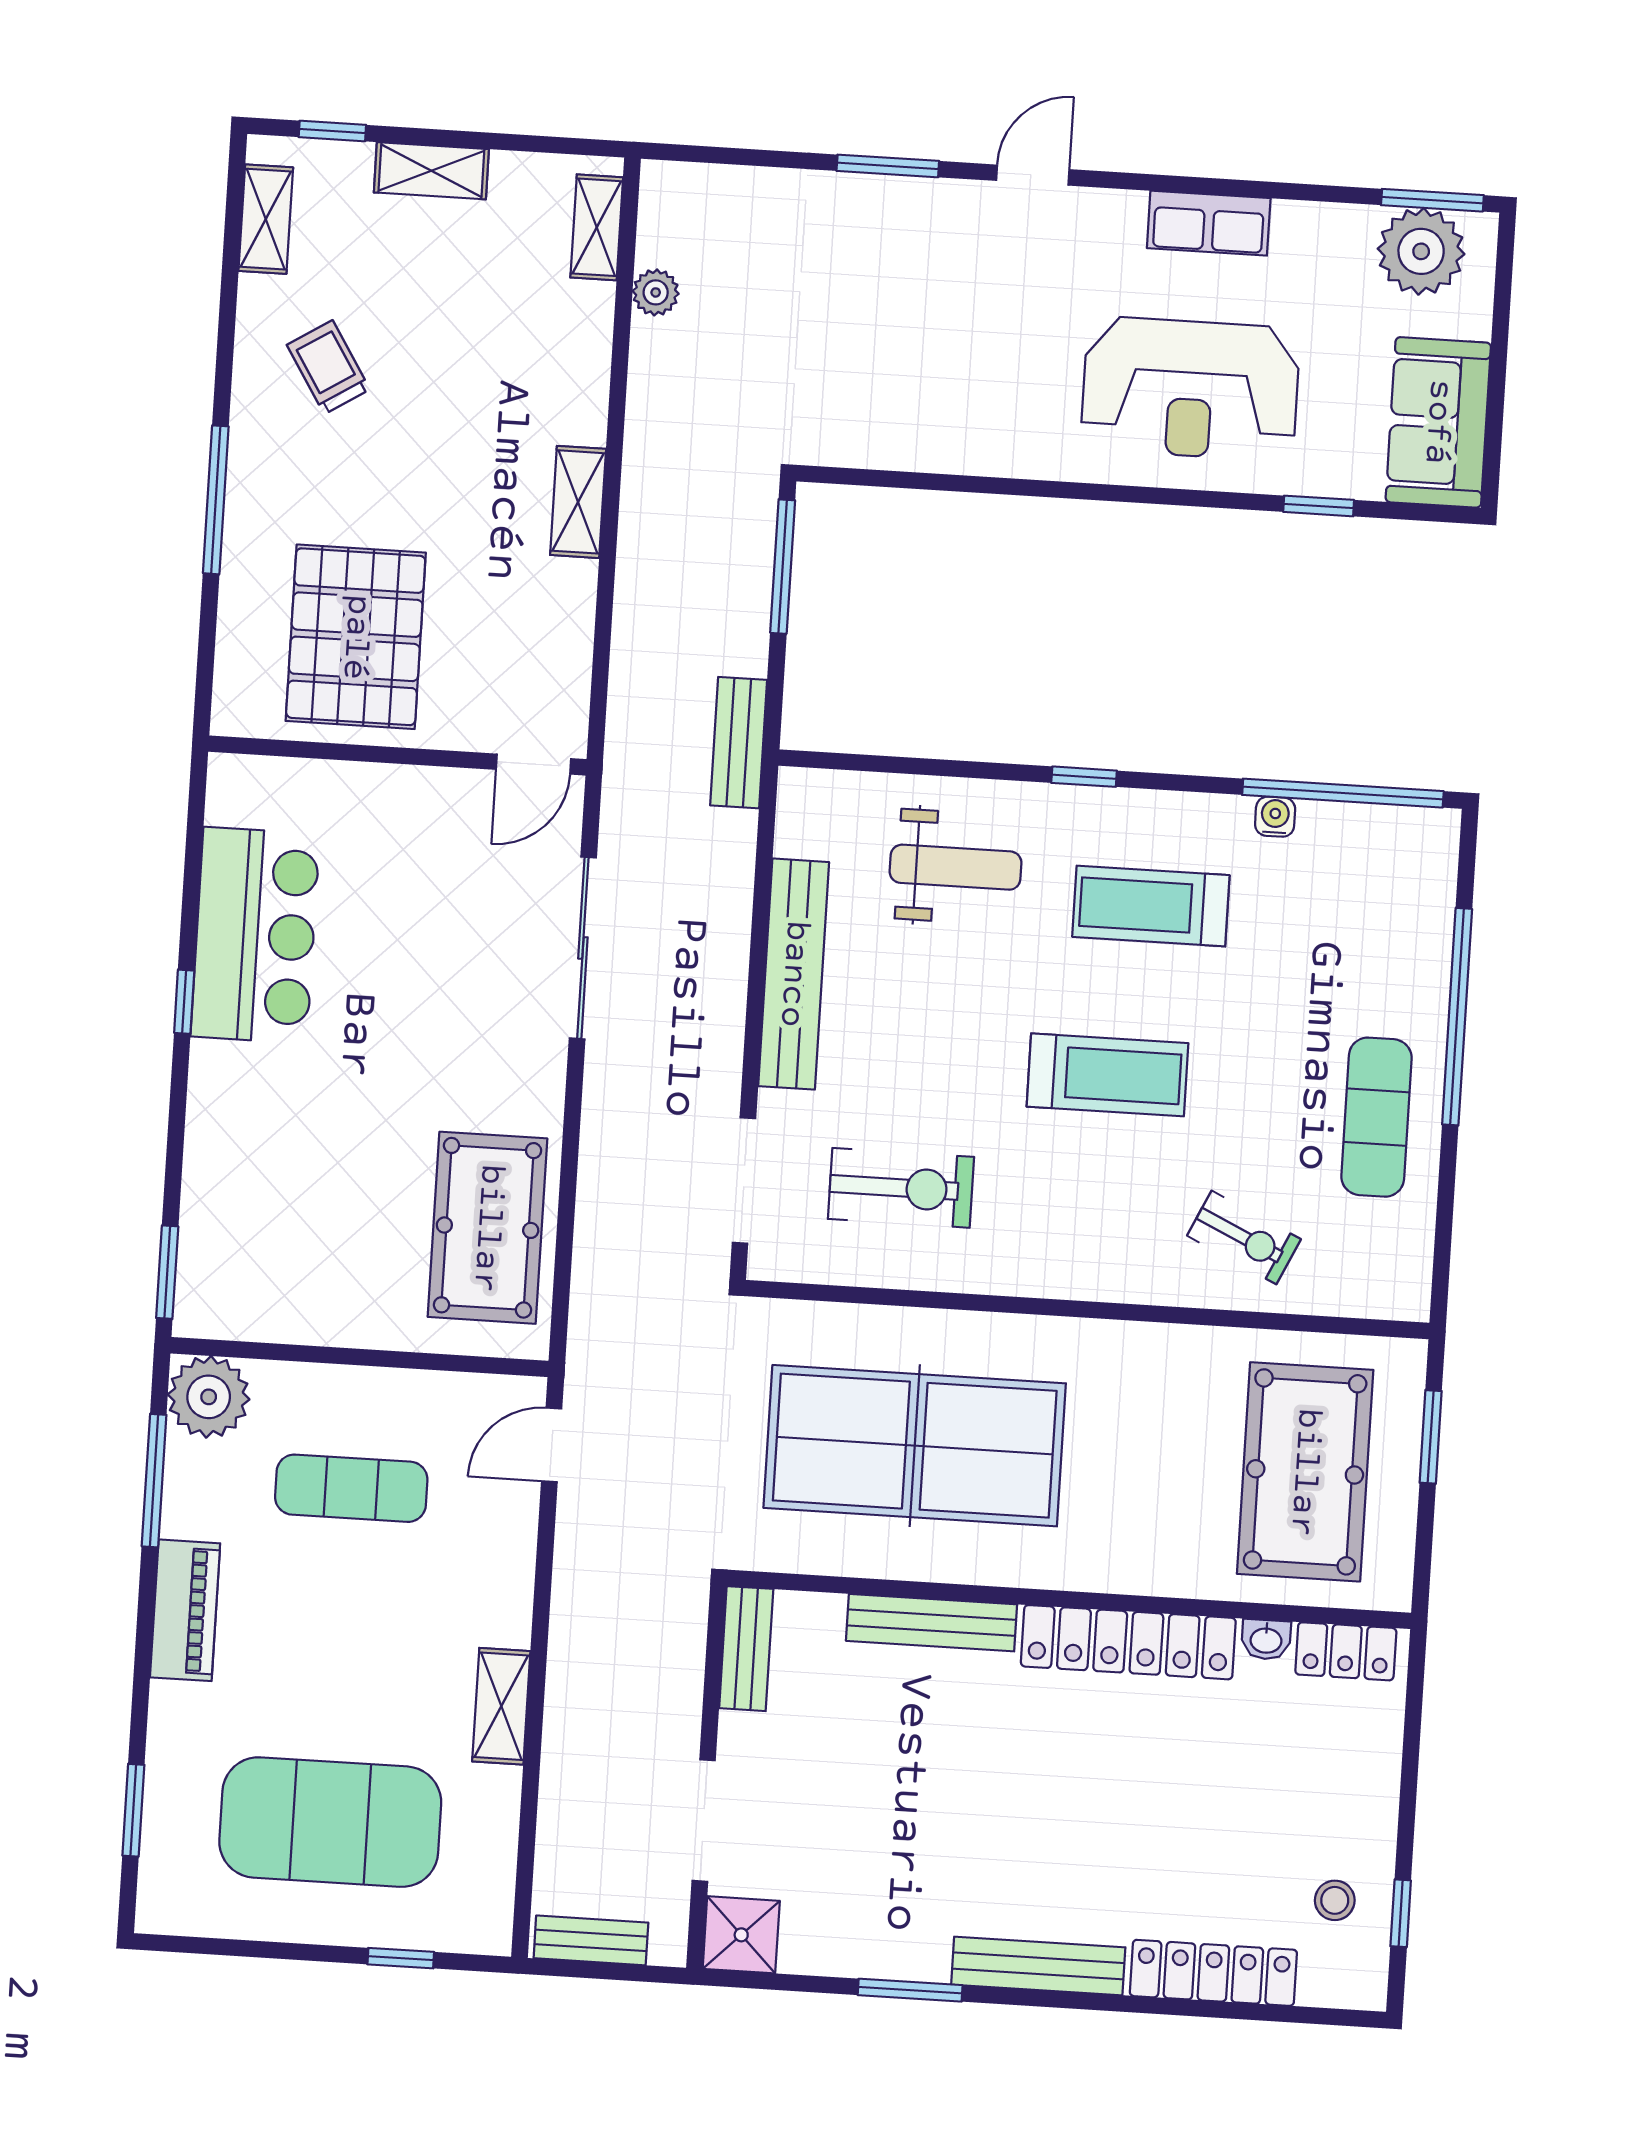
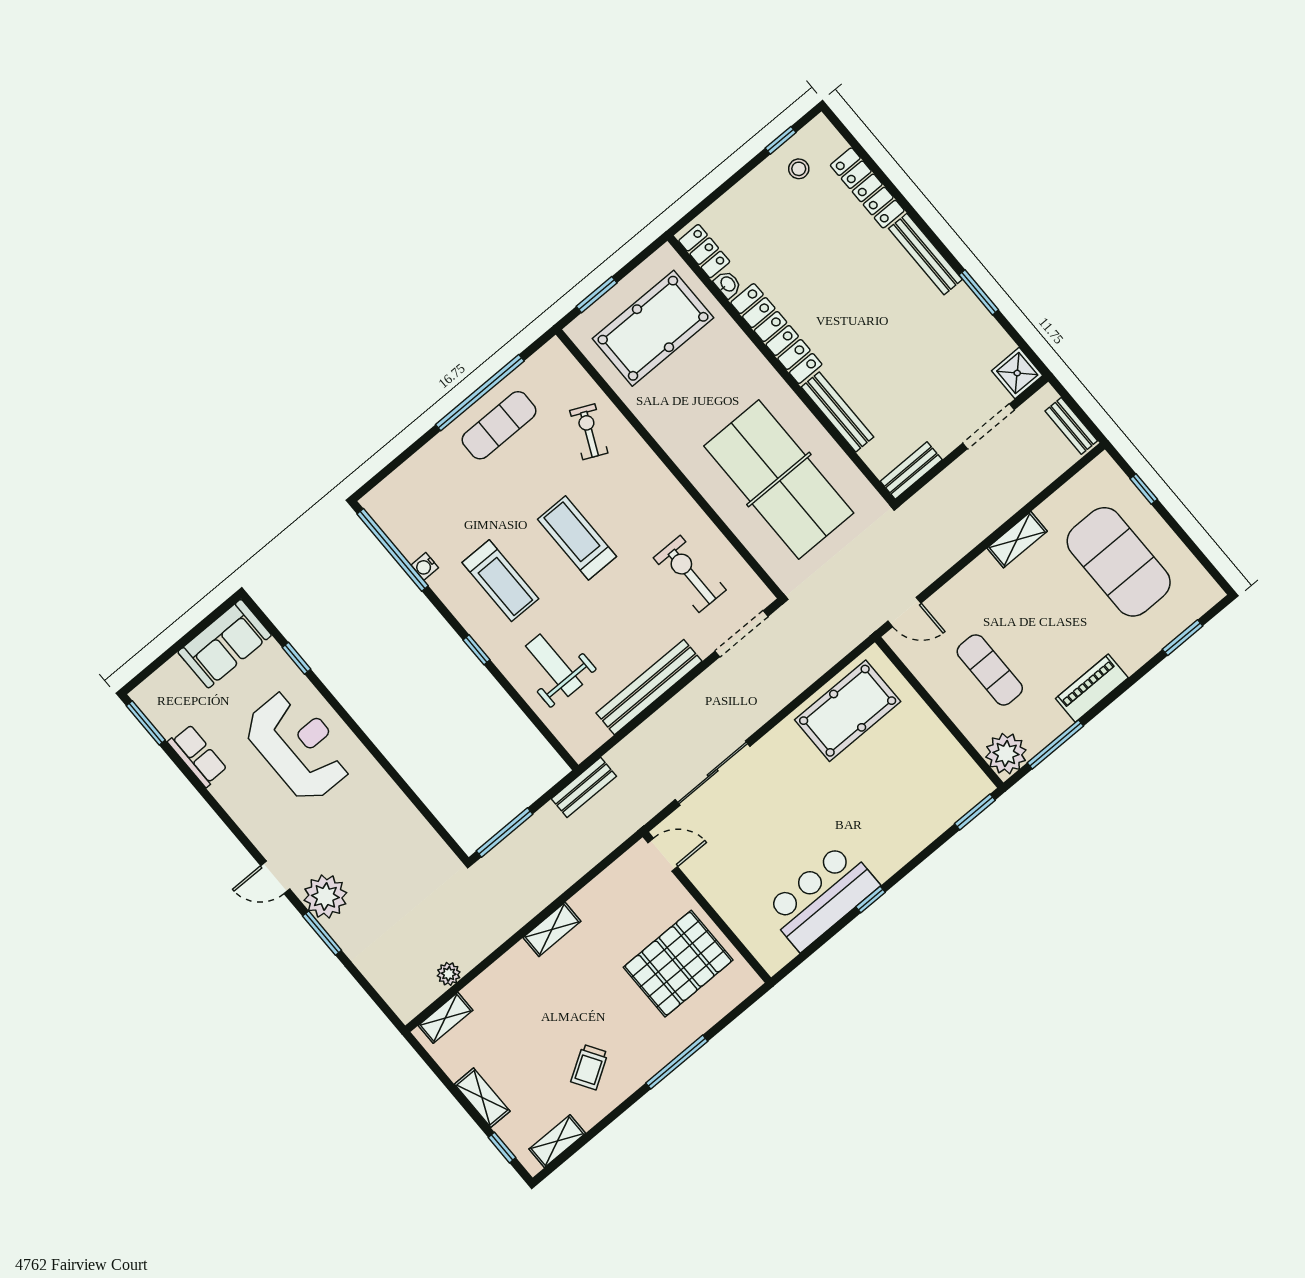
row of seats: (1209, 223) -> (197, 756), moved
plant: (1421, 251) -> (325, 896), moved
window: (1457, 1017) -> (480, 393), moved

